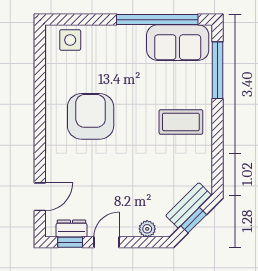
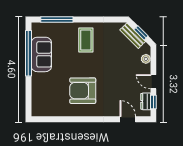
side table: (70, 40) -> (40, 102), removed
sofa: (178, 43) -> (41, 54), moved

